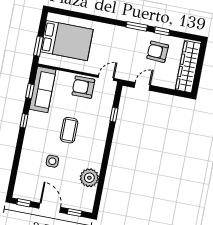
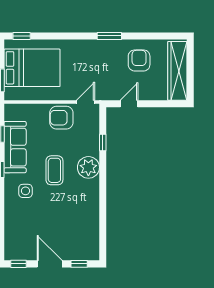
window: (162, 31) -> (22, 36), moved
armchair: (158, 52) -> (139, 60), turned 87
sofa: (43, 90) -> (15, 147), moved
side table: (52, 161) -> (25, 191), moved
plant: (89, 178) -> (88, 167), moved

